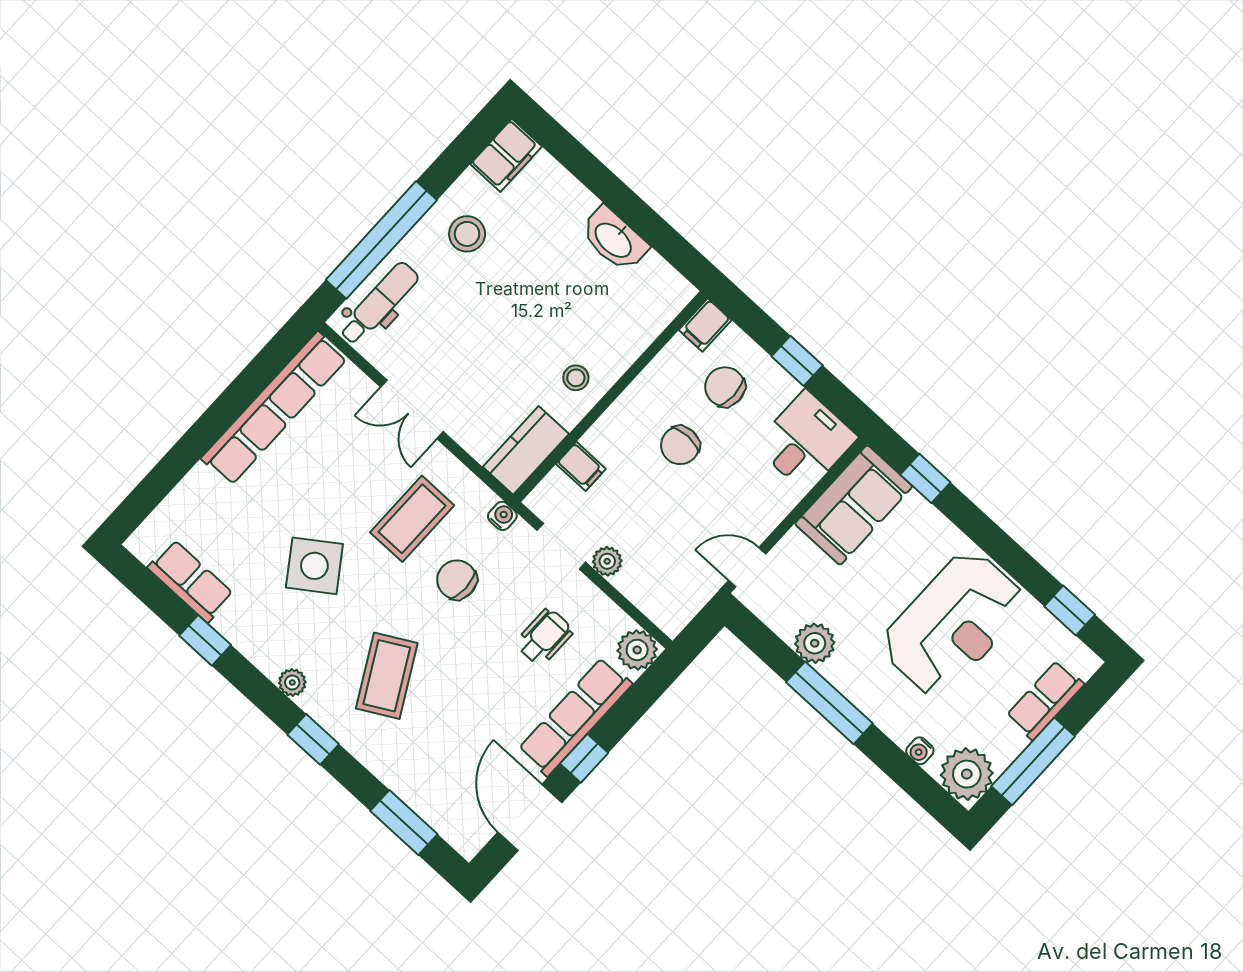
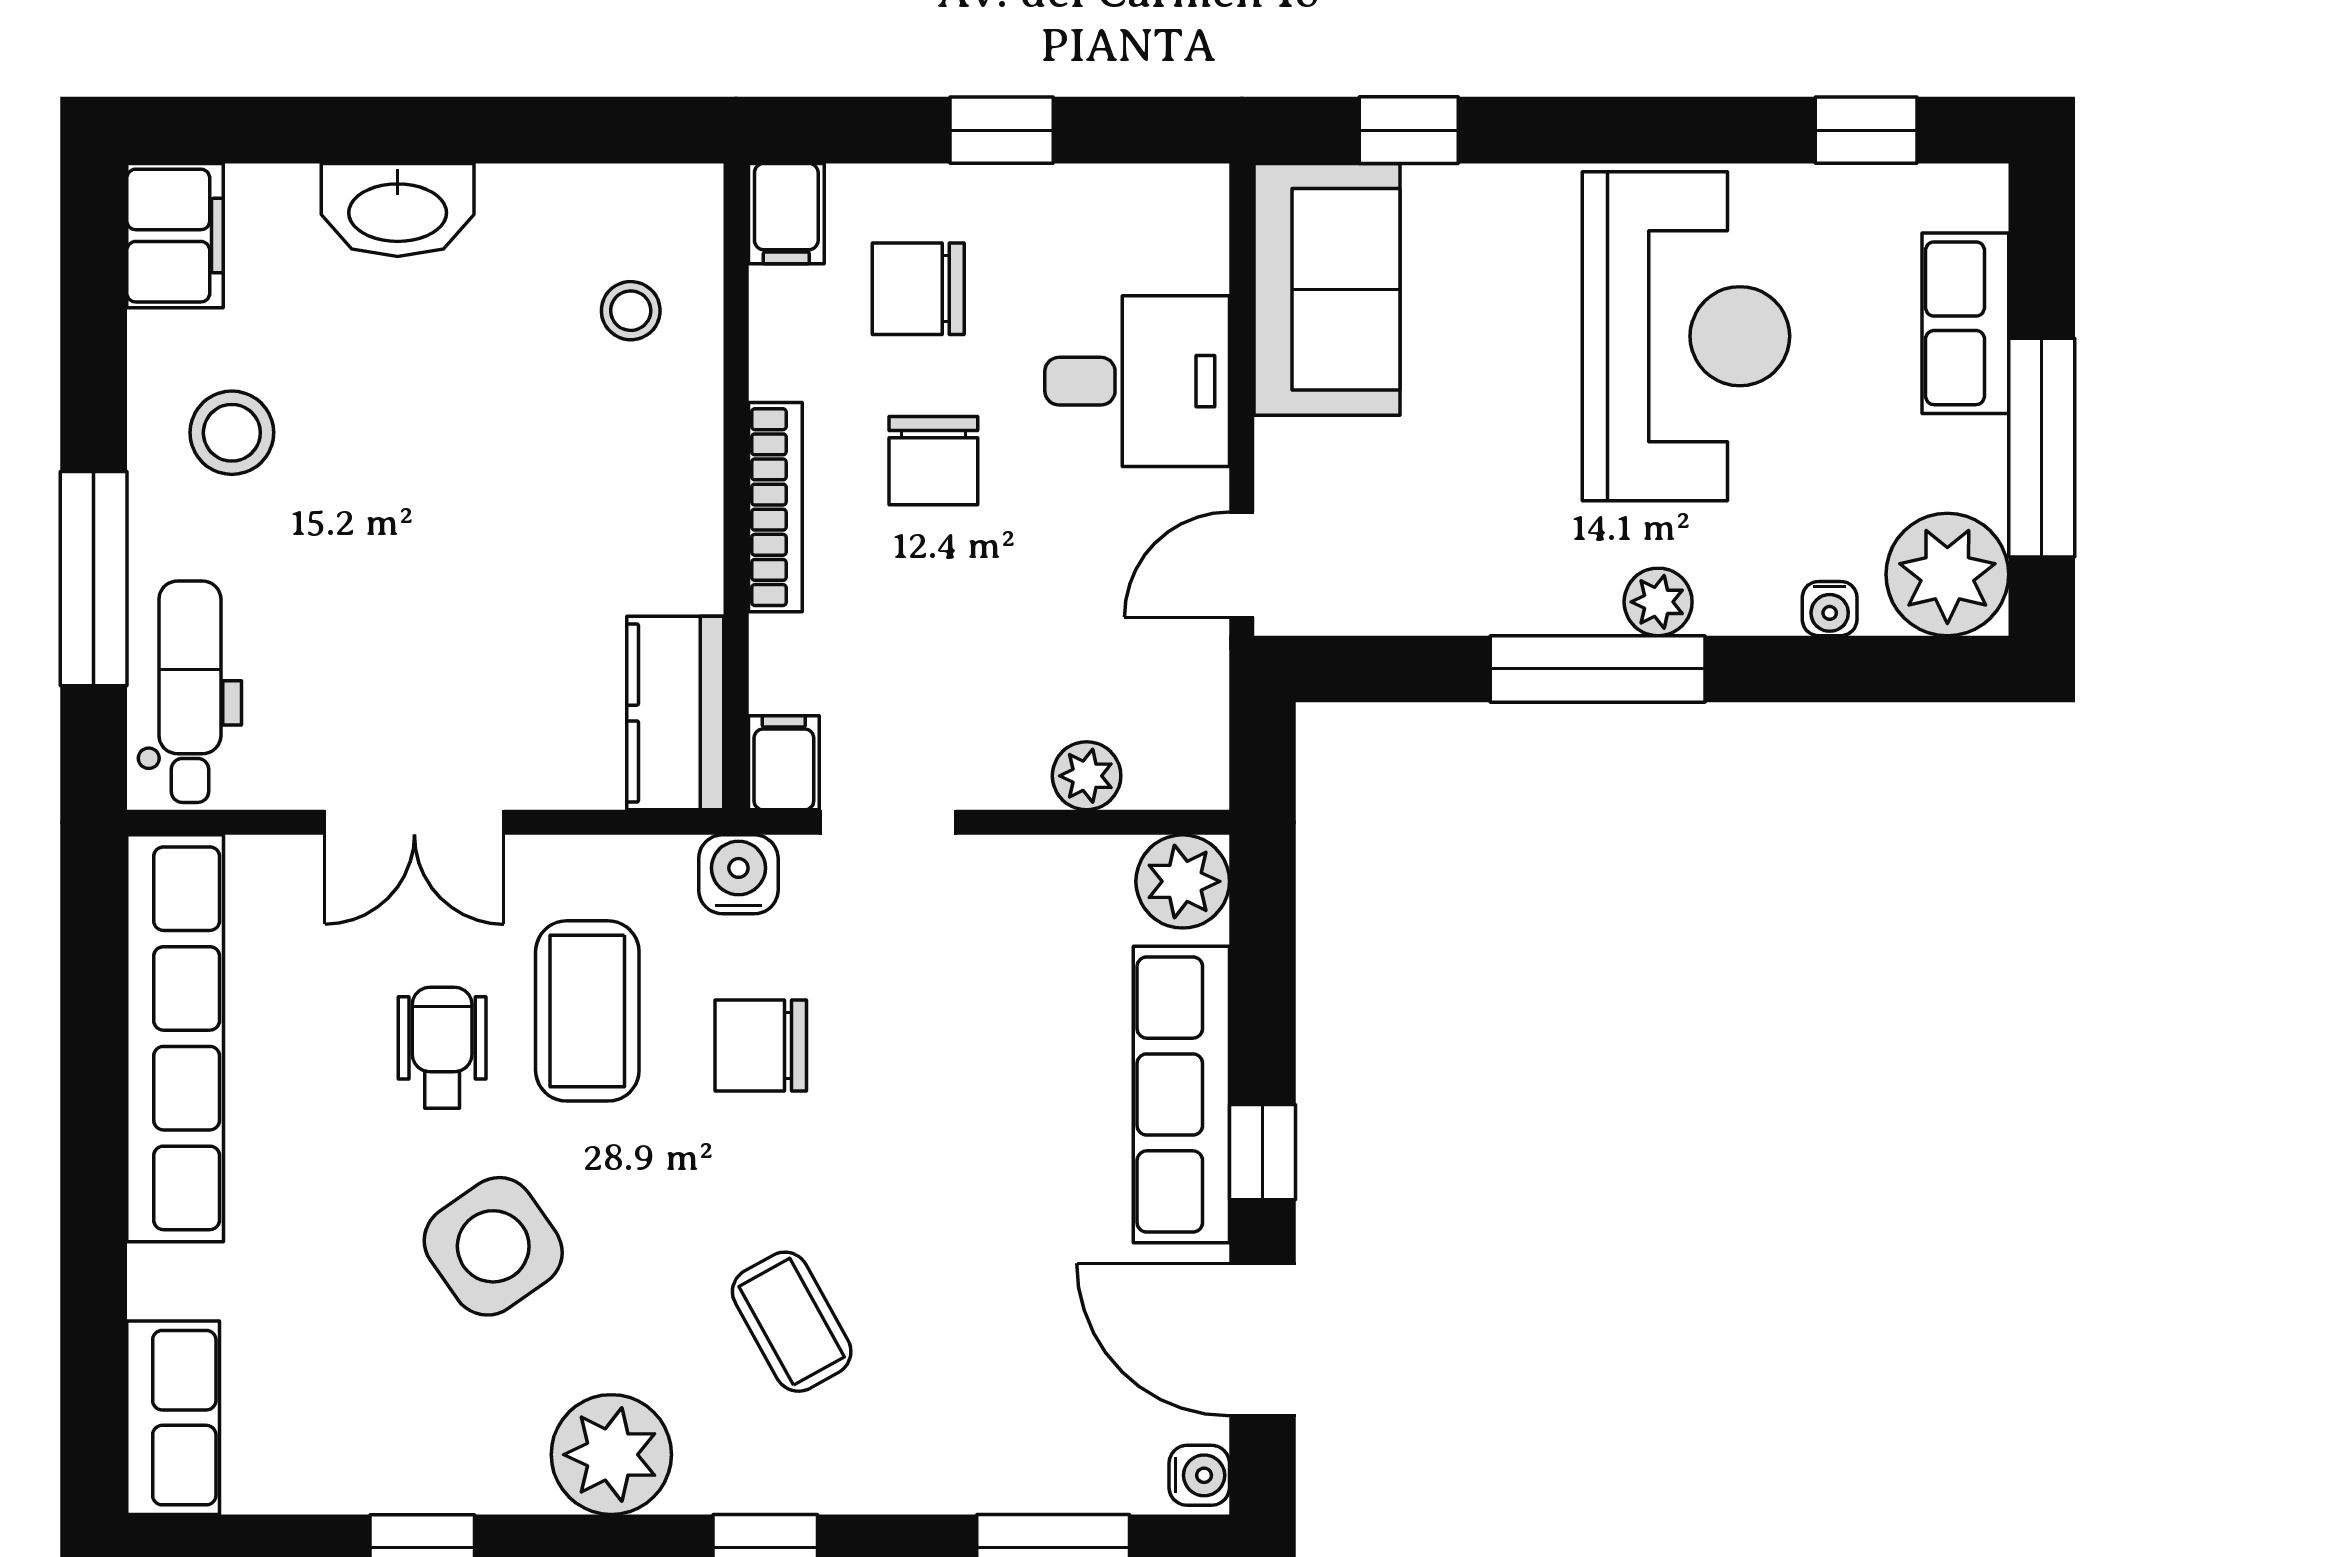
washbasin: (614, 239) -> (398, 210), moved
window: (381, 240) -> (94, 579), width x0.68
stool: (576, 378) -> (631, 311), moved
bookcase: (617, 414) -> (775, 507), added
desk: (806, 441) -> (1137, 381), moved, turned 90
filing cabinet: (581, 466) -> (784, 763), moved, turned -90
water cooler: (502, 516) -> (738, 874), width x1.38, depth x1.38
plant: (607, 561) -> (1087, 776), moved
row of seats: (191, 581) -> (173, 1418), moved, turned 90
wheelchair: (544, 637) -> (442, 1048), moved
plant: (815, 643) -> (1658, 602), moved, width x0.73, depth x0.73
coffee table: (387, 676) -> (792, 1322), width x0.73, depth x0.77
plant: (292, 682) -> (611, 1455), width x1.88, depth x1.88
water cooler: (471, 842) -> (1199, 1475), added

